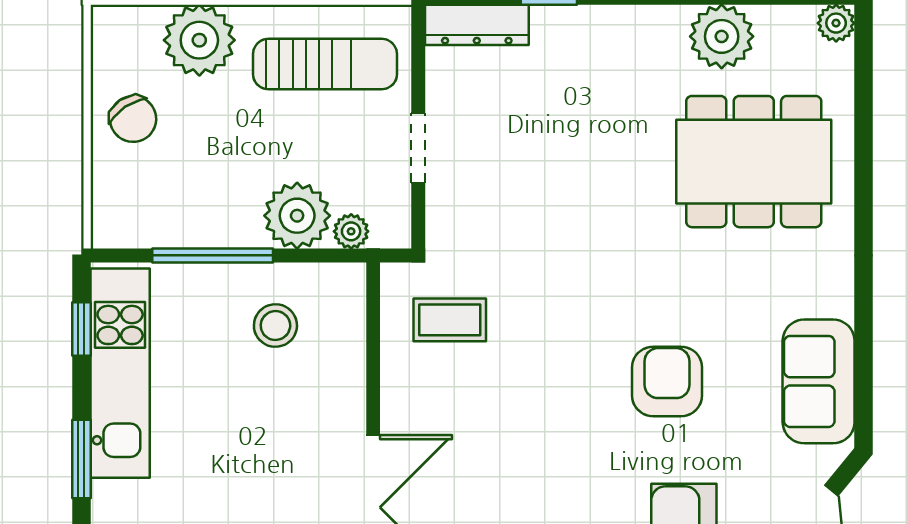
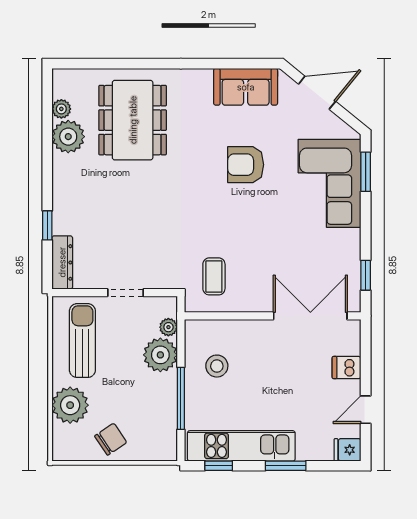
plant: (836, 23) -> (61, 109), moved

